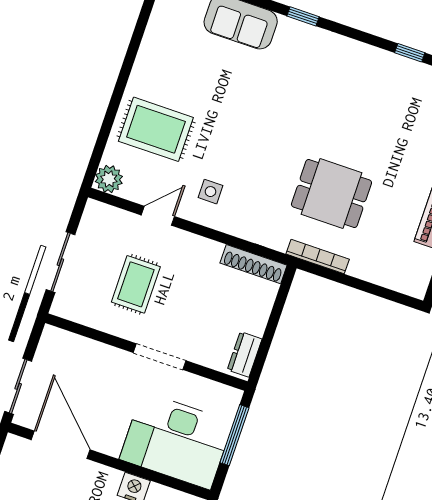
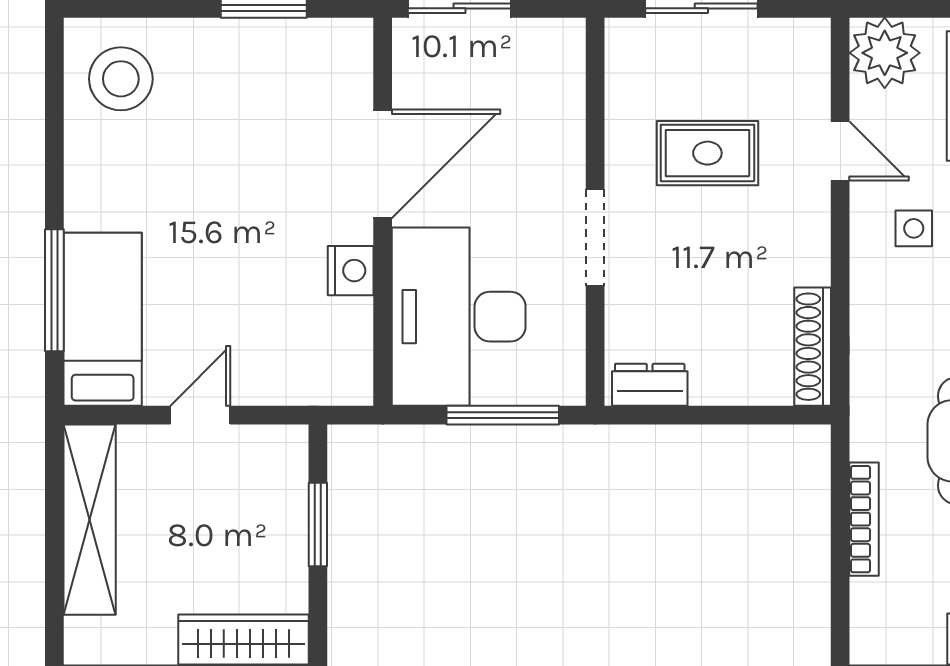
plant: (109, 179) -> (885, 53), width x1.36, depth x1.36
bookcase: (318, 257) -> (864, 519), moved
door: (61, 445) -> (383, 164), moved

